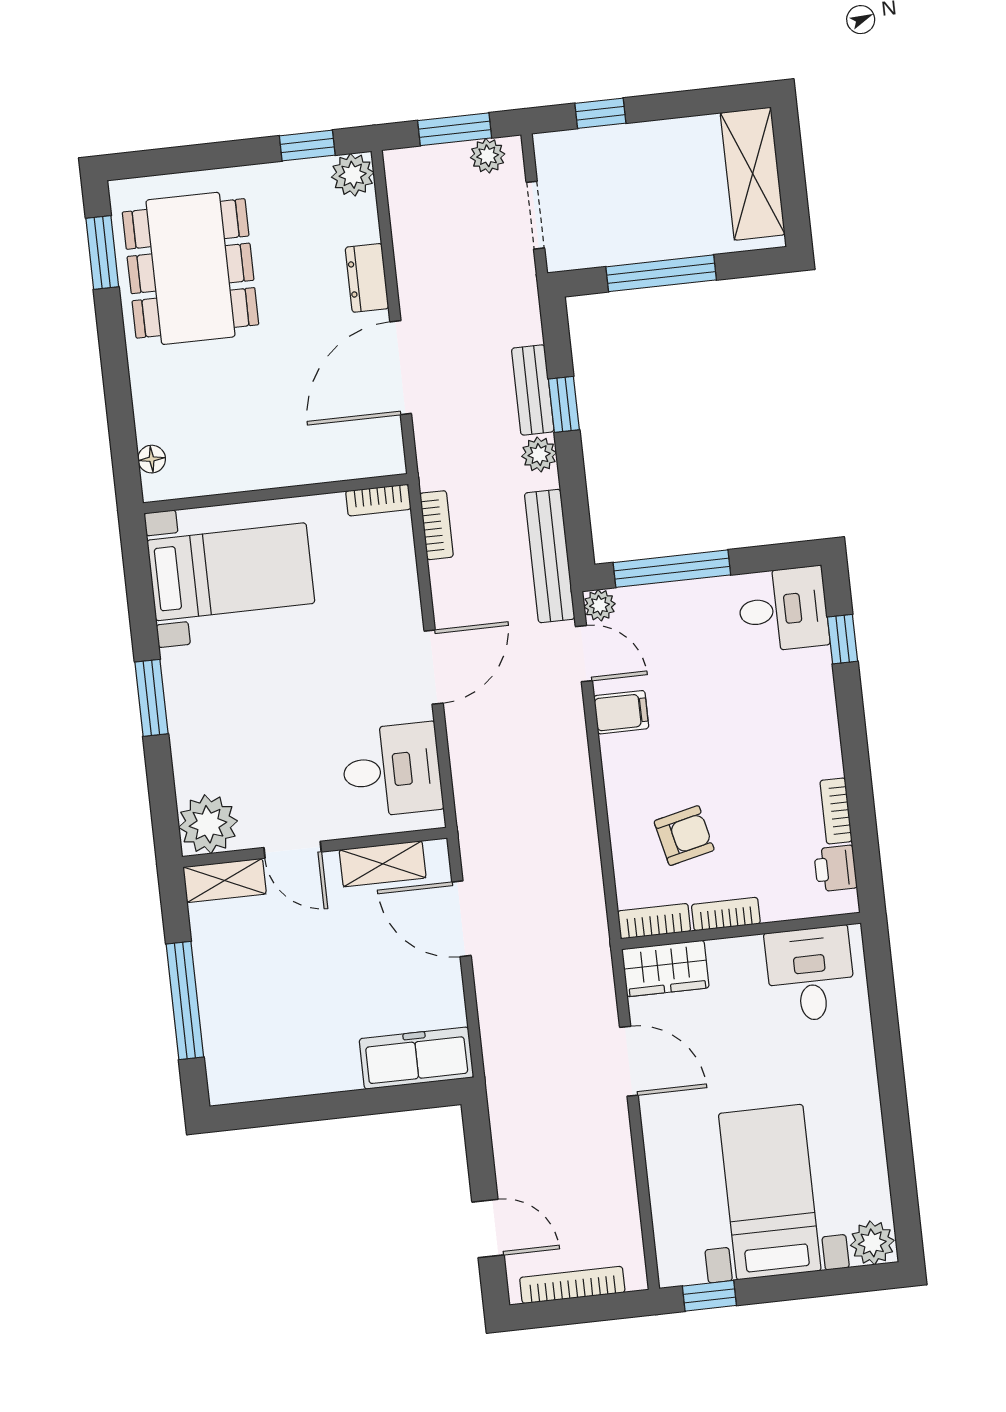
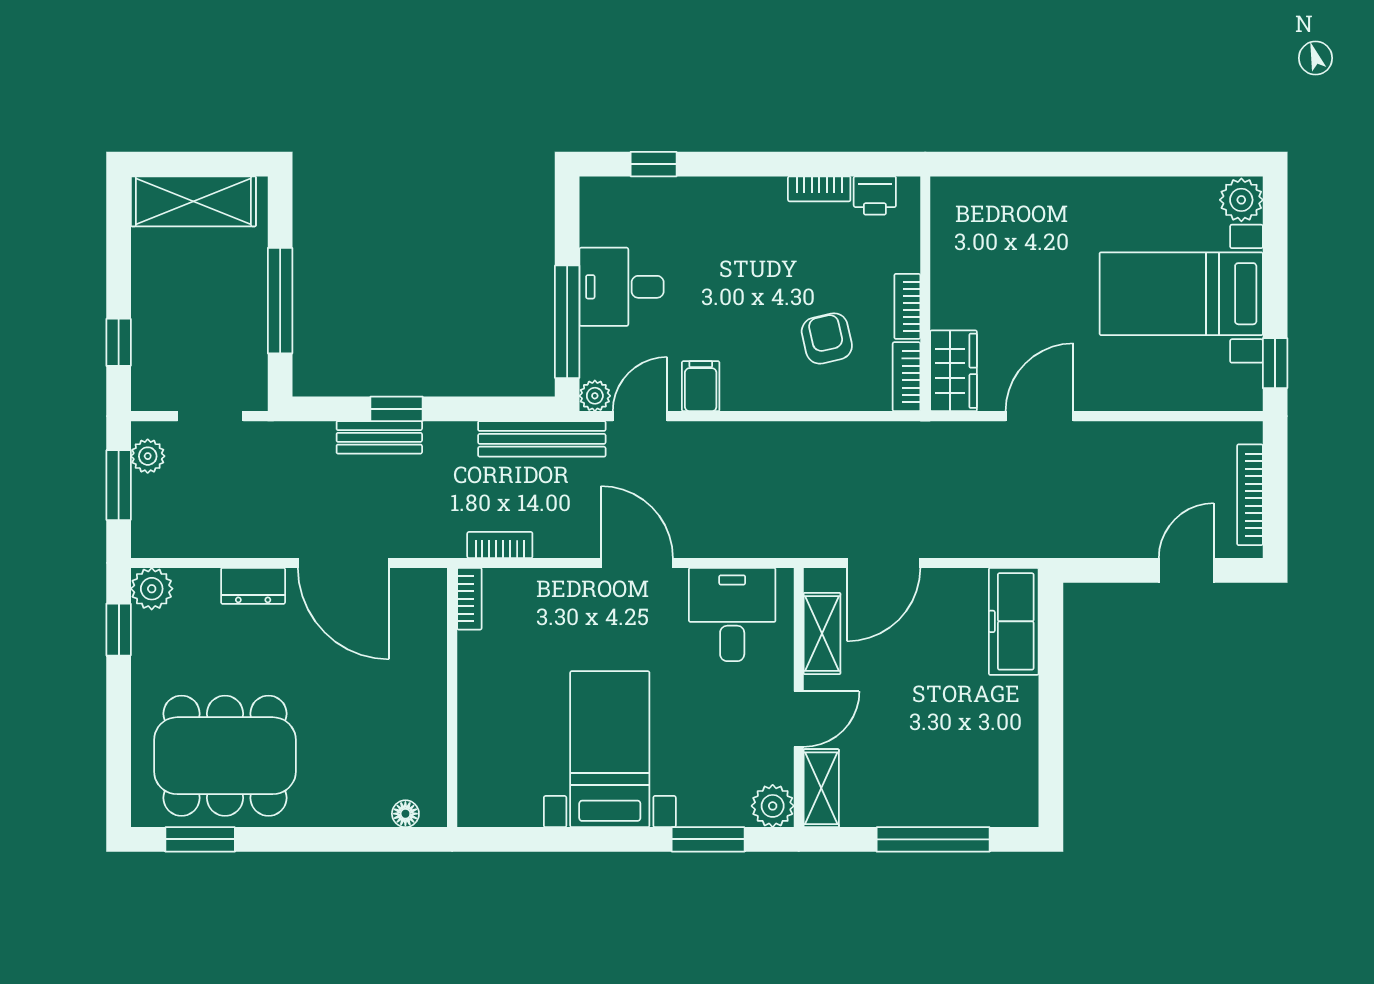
plant: (539, 455) -> (442, 438), removed
bed with nightstands: (231, 572) -> (610, 749), moved
desk: (783, 609) -> (622, 287), moved, turned -90
window: (151, 698) -> (708, 839), moved
plant: (208, 824) -> (773, 806), width x0.73, depth x0.73
desk: (810, 974) -> (974, 231), removed

